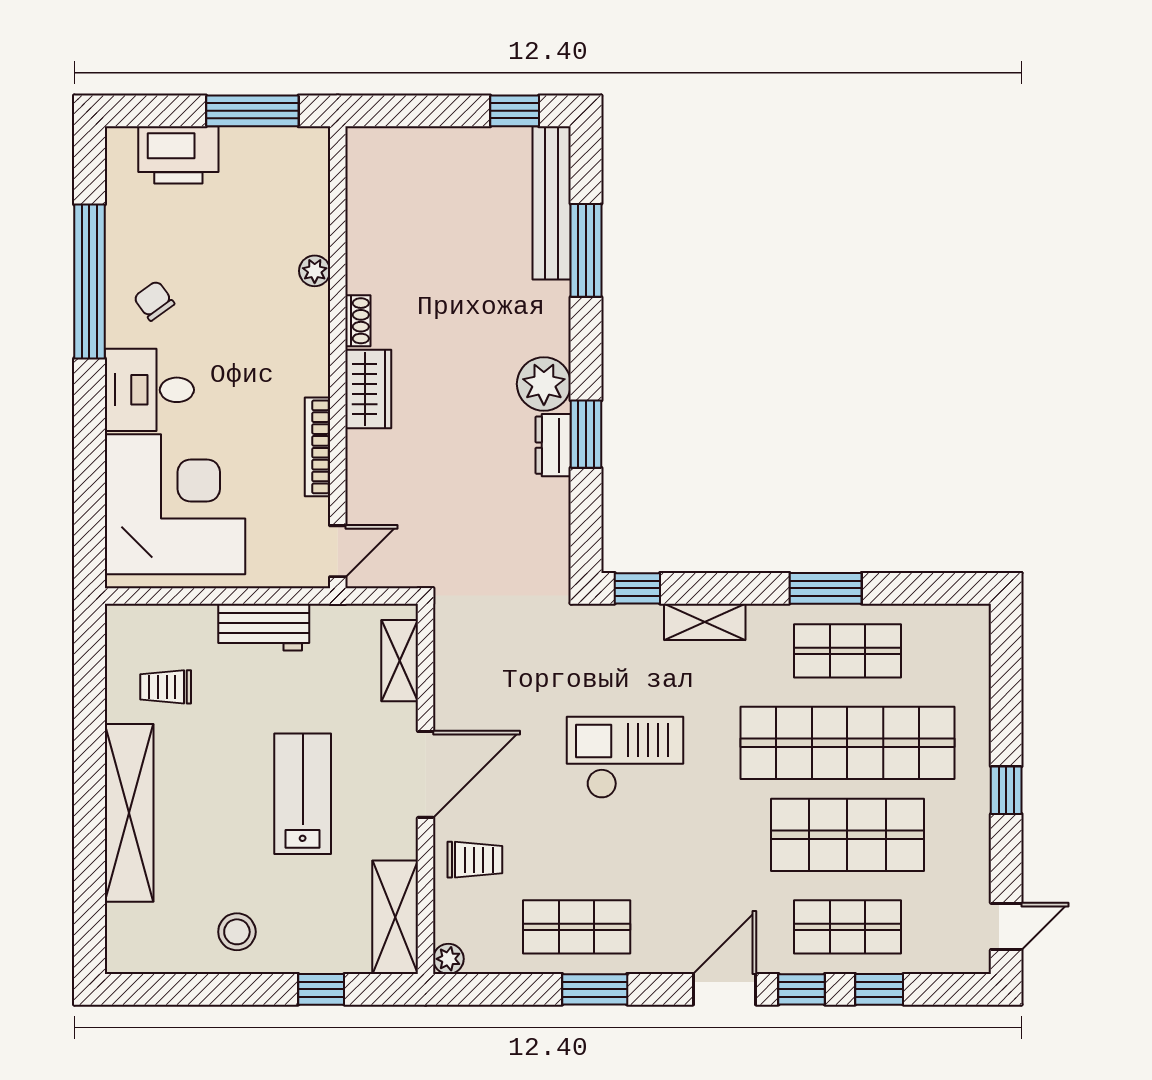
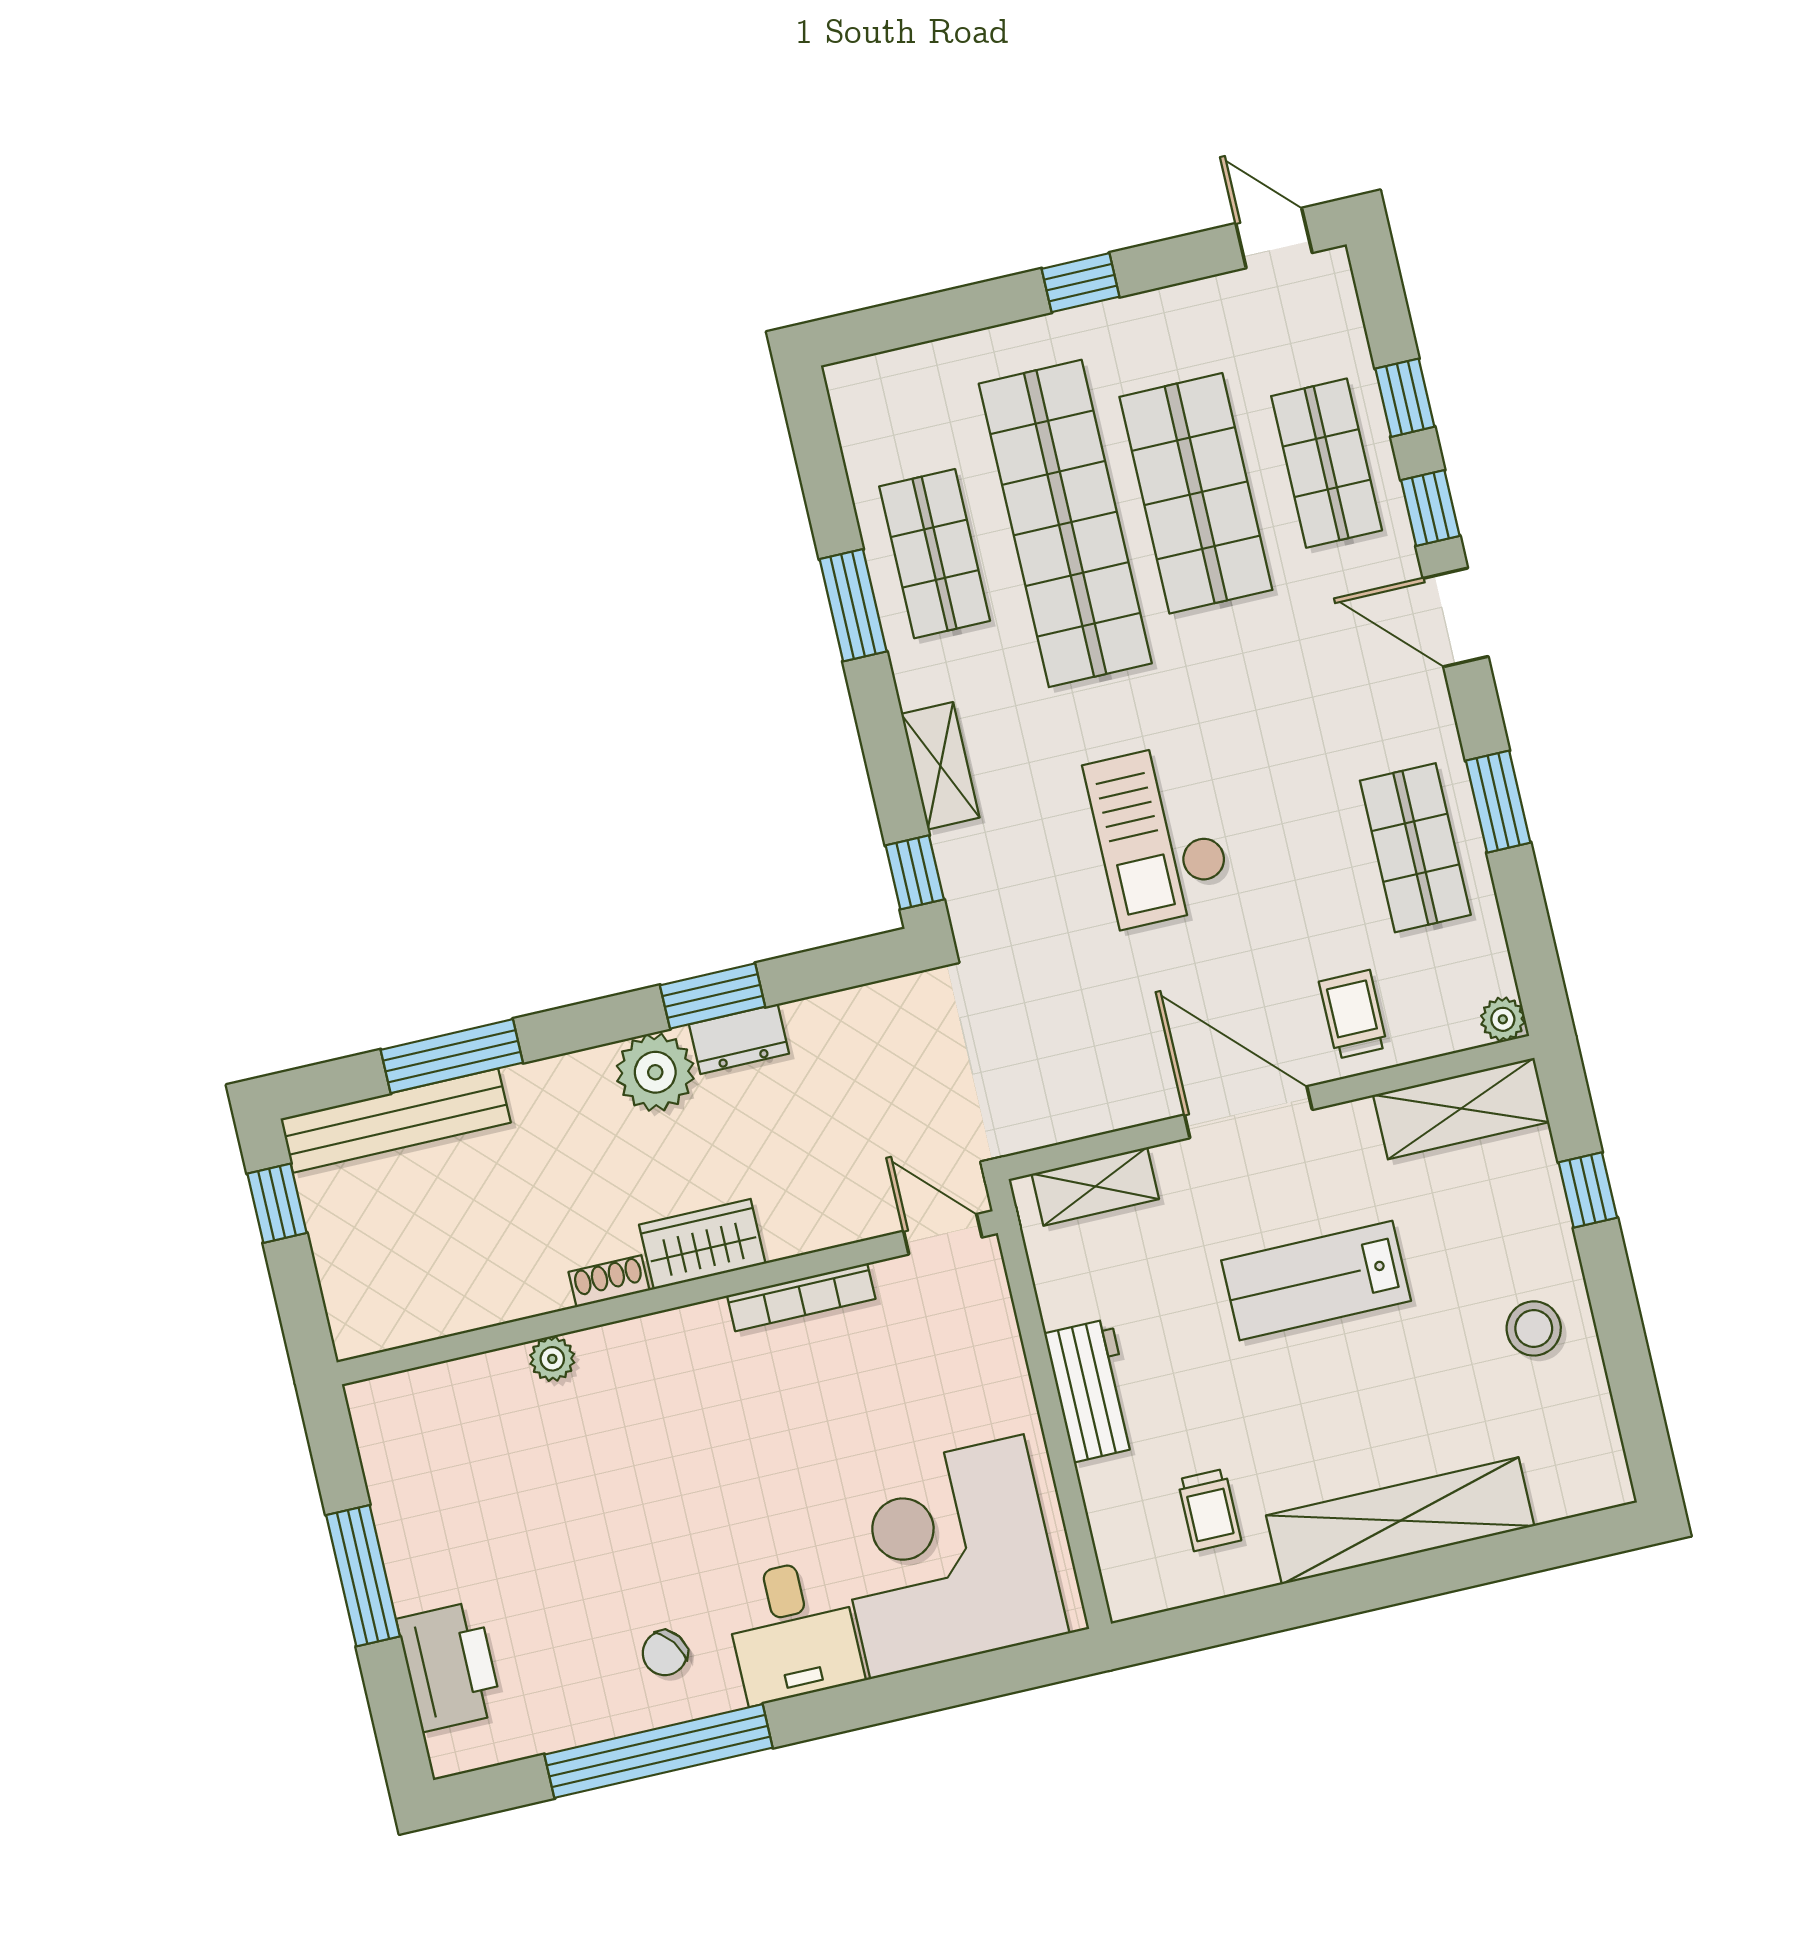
plant: (315, 271) -> (552, 1359), moved
shoe rack: (358, 321) -> (609, 1281), moved
wall: (338, 357) -> (667, 1298), moved
wardrobe: (368, 389) -> (702, 1244), moved
bookcase: (317, 447) -> (801, 1297), moved
door: (338, 551) -> (943, 1234), moved

